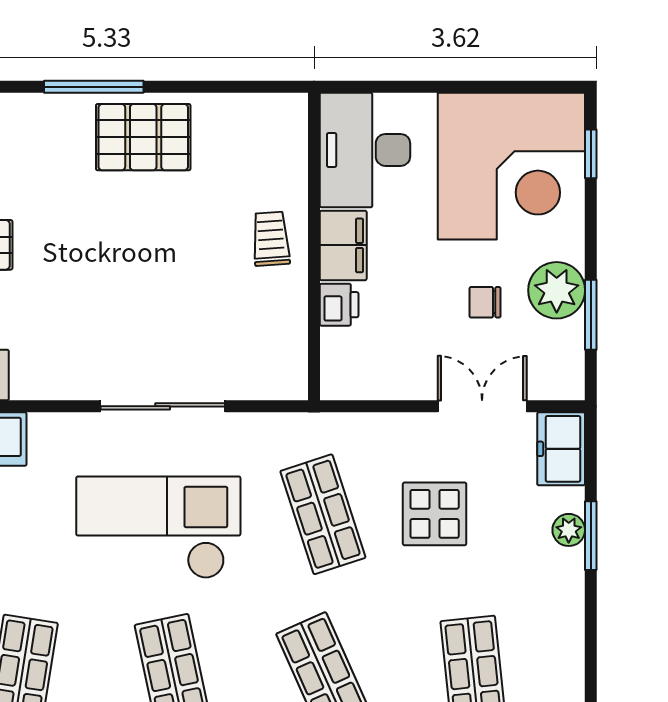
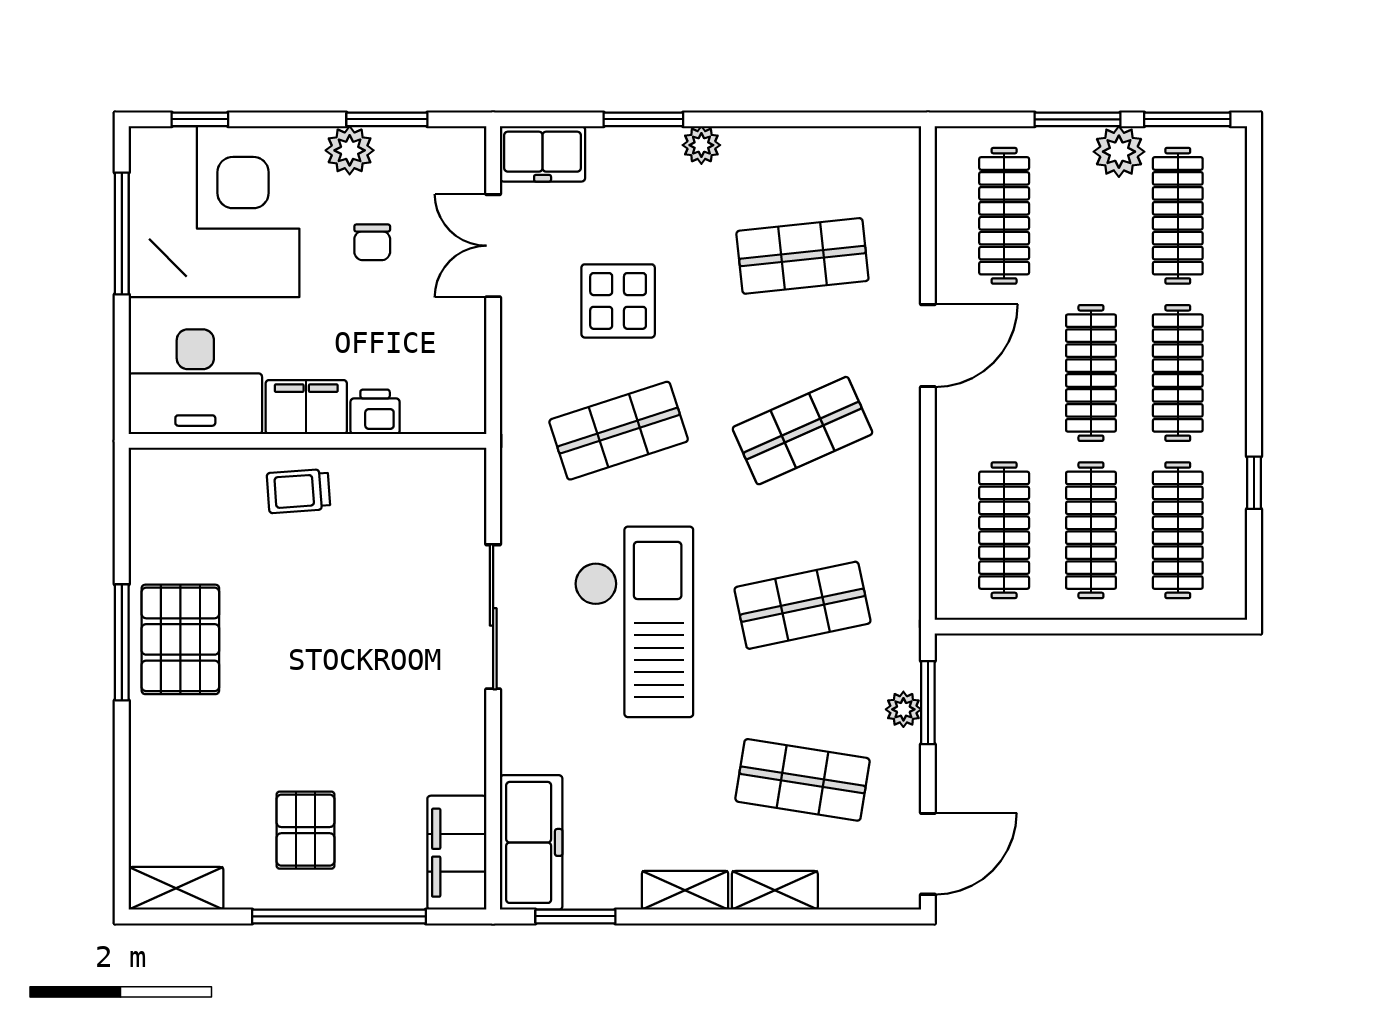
window: (94, 87) -> (122, 642), moved
window: (493, 87) -> (122, 233), added
plant: (557, 290) -> (350, 150), width x0.73, depth x0.73
checkout: (158, 527) -> (634, 622), turned 180
plant: (569, 530) -> (701, 145), moved

